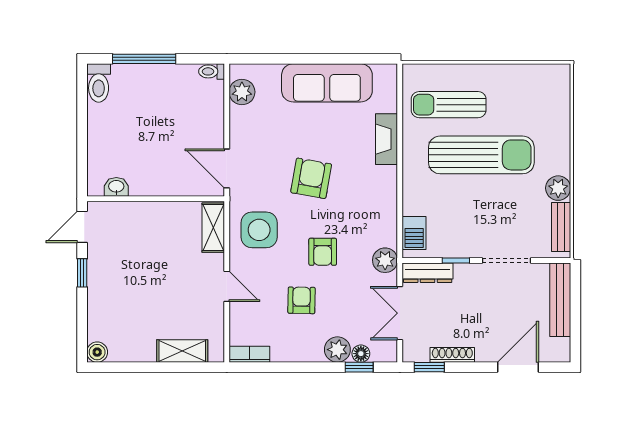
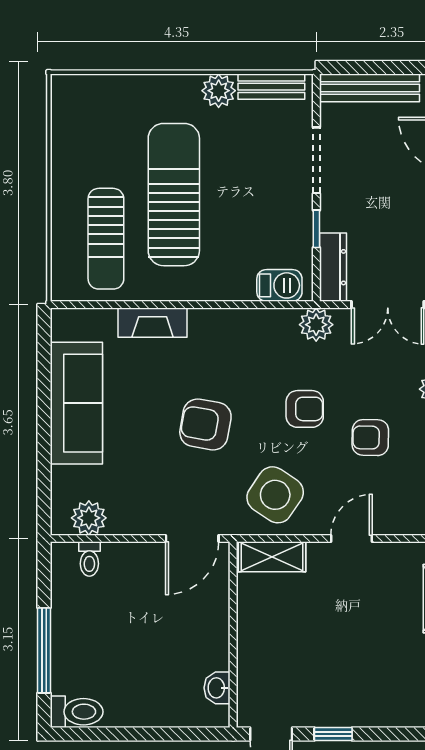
toilet: (212, 71) -> (89, 559), moved
side table: (259, 230) -> (275, 495), turned 34

